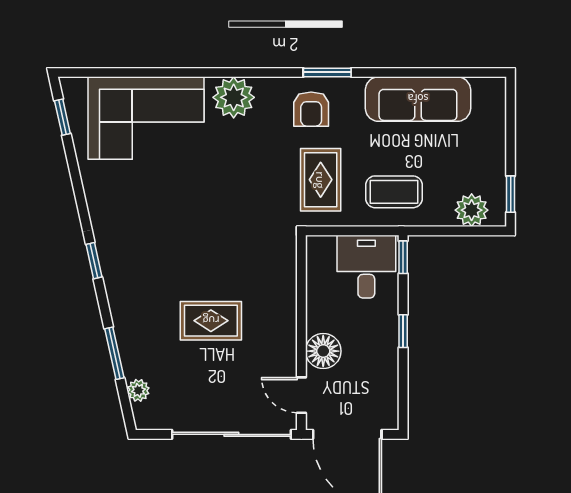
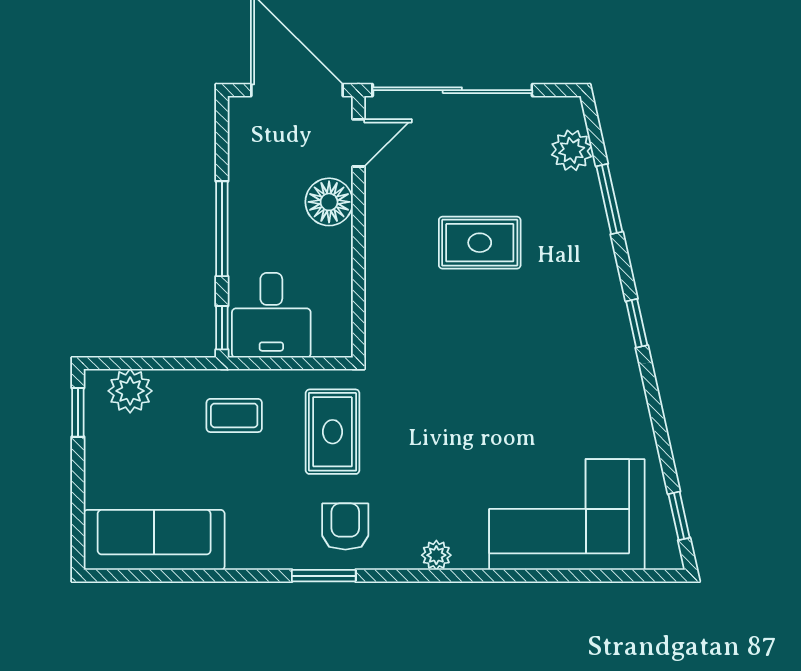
plant: (234, 97) -> (436, 555), width x0.53, depth x0.53
sofa: (418, 99) -> (154, 540), moved
coffee table: (394, 192) -> (234, 415), width x0.73, depth x0.77
window: (403, 331) -> (222, 229), width x2.17
plant: (138, 390) -> (572, 150), width x1.38, depth x1.38
door: (301, 395) -> (358, 143), hinge flipped

